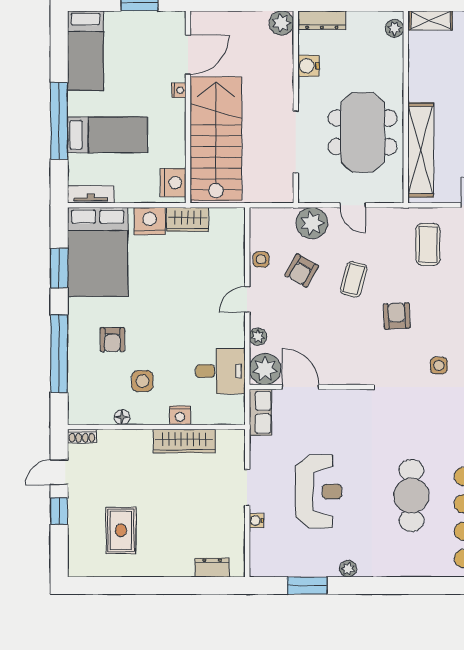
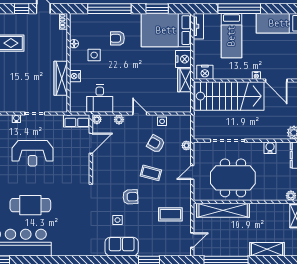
plant: (312, 223) -> (186, 145), width x0.53, depth x0.53
side table: (439, 365) -> (117, 220), moved
plant: (265, 369) -> (97, 119), width x0.53, depth x0.53

